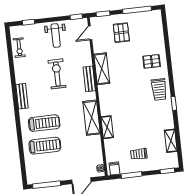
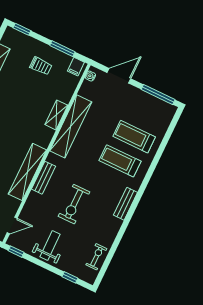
shelving: (102, 69) -> (27, 172), width x1.47
shelving: (92, 118) -> (71, 126), width x1.47

